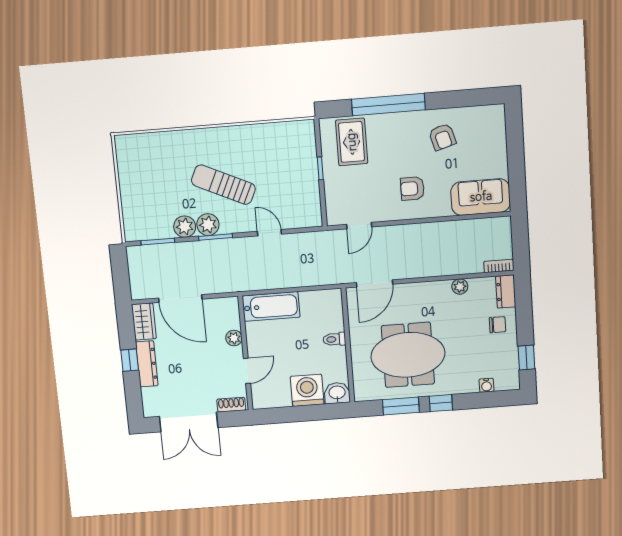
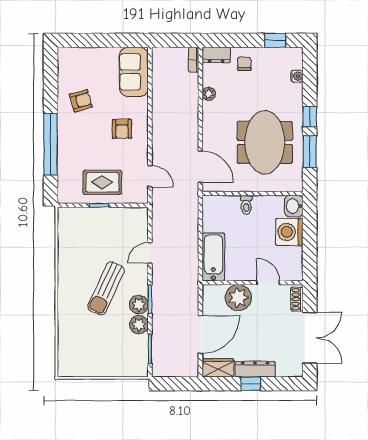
rug: (352, 142) -> (102, 182), moved
plant: (234, 338) -> (238, 298), width x1.87, depth x1.87

